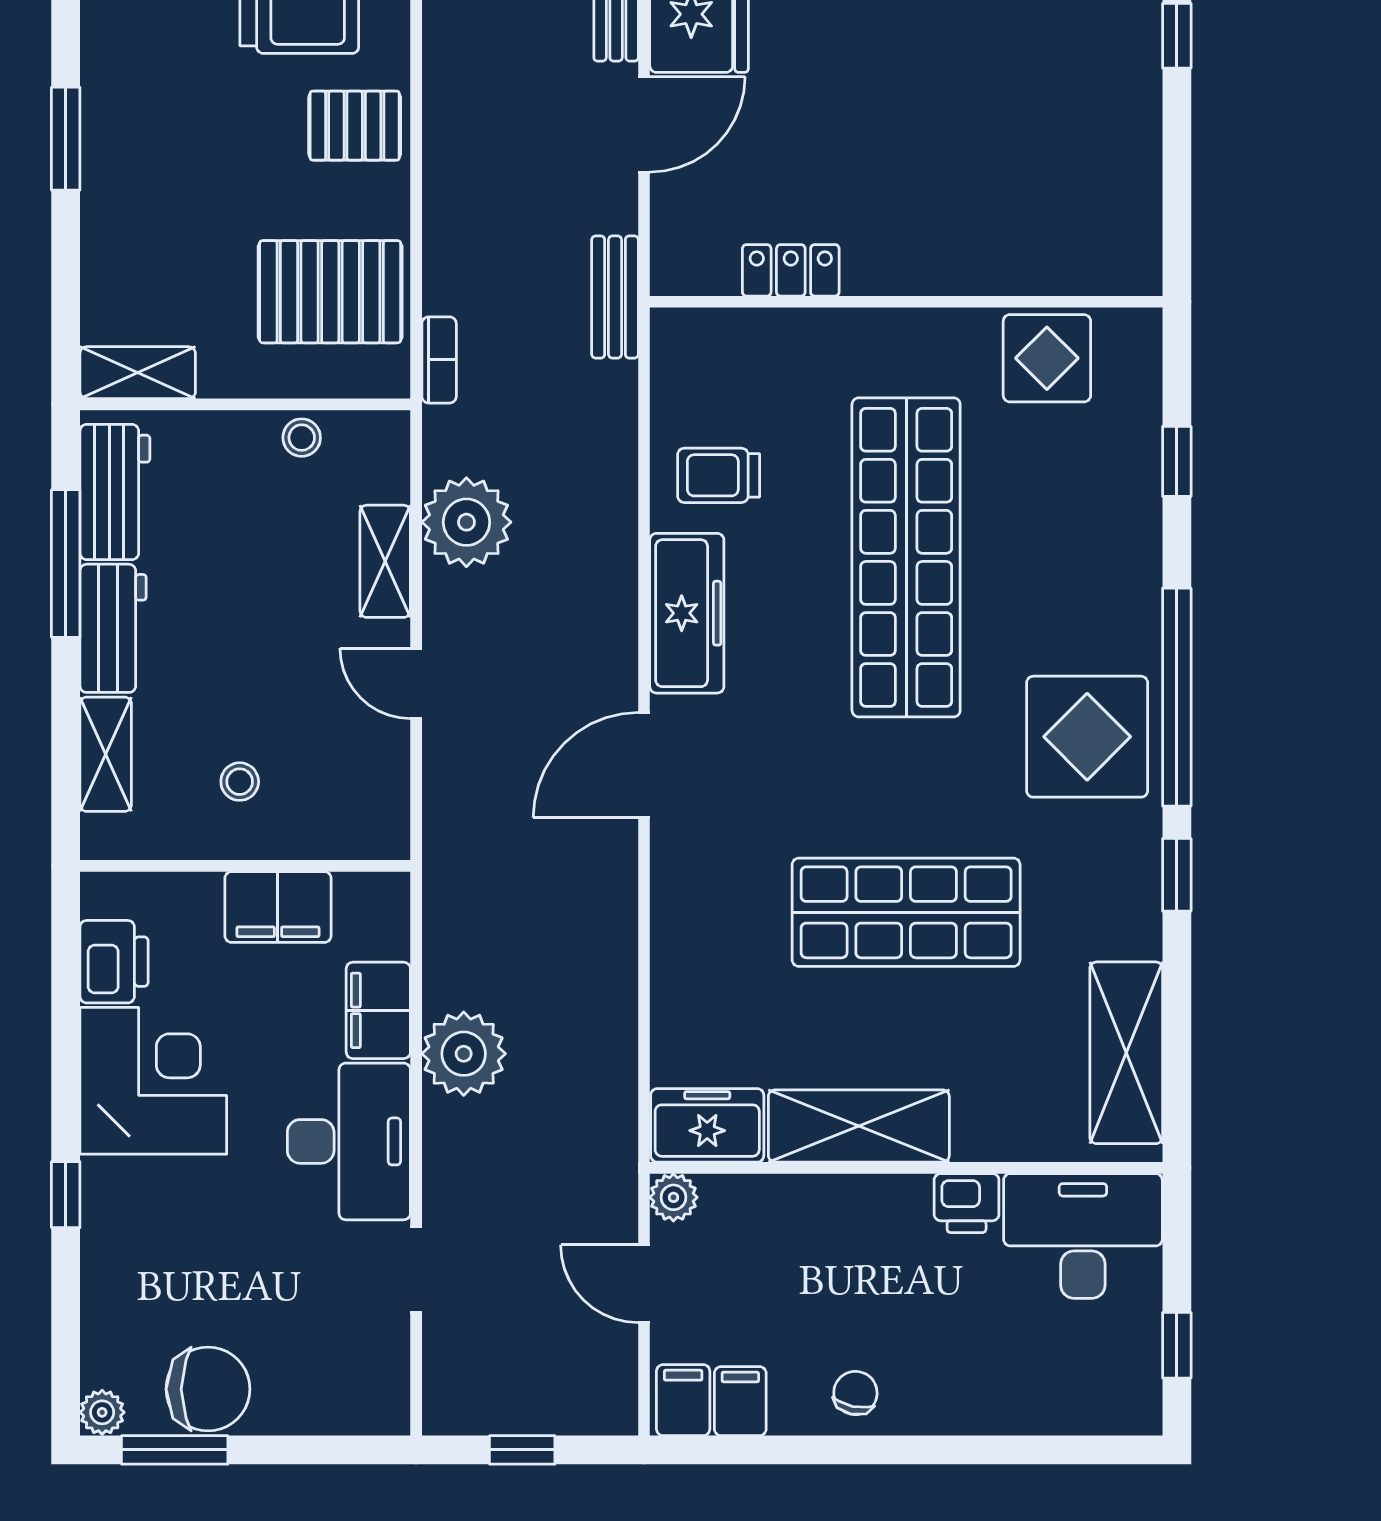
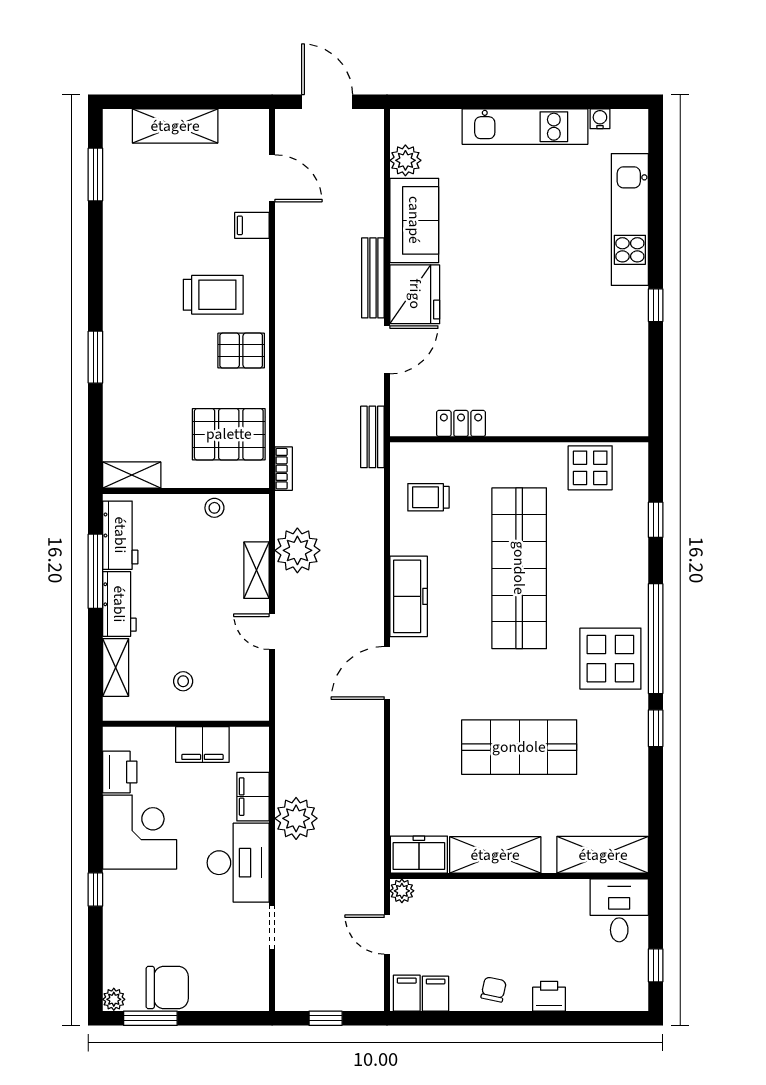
trolley: (719, 475) -> (428, 497), moved
shelving: (1126, 1053) -> (603, 855), moved, turned 90
printer: (967, 1203) -> (549, 996), moved, turned 180
desk: (1083, 1236) -> (619, 910), width x0.73

